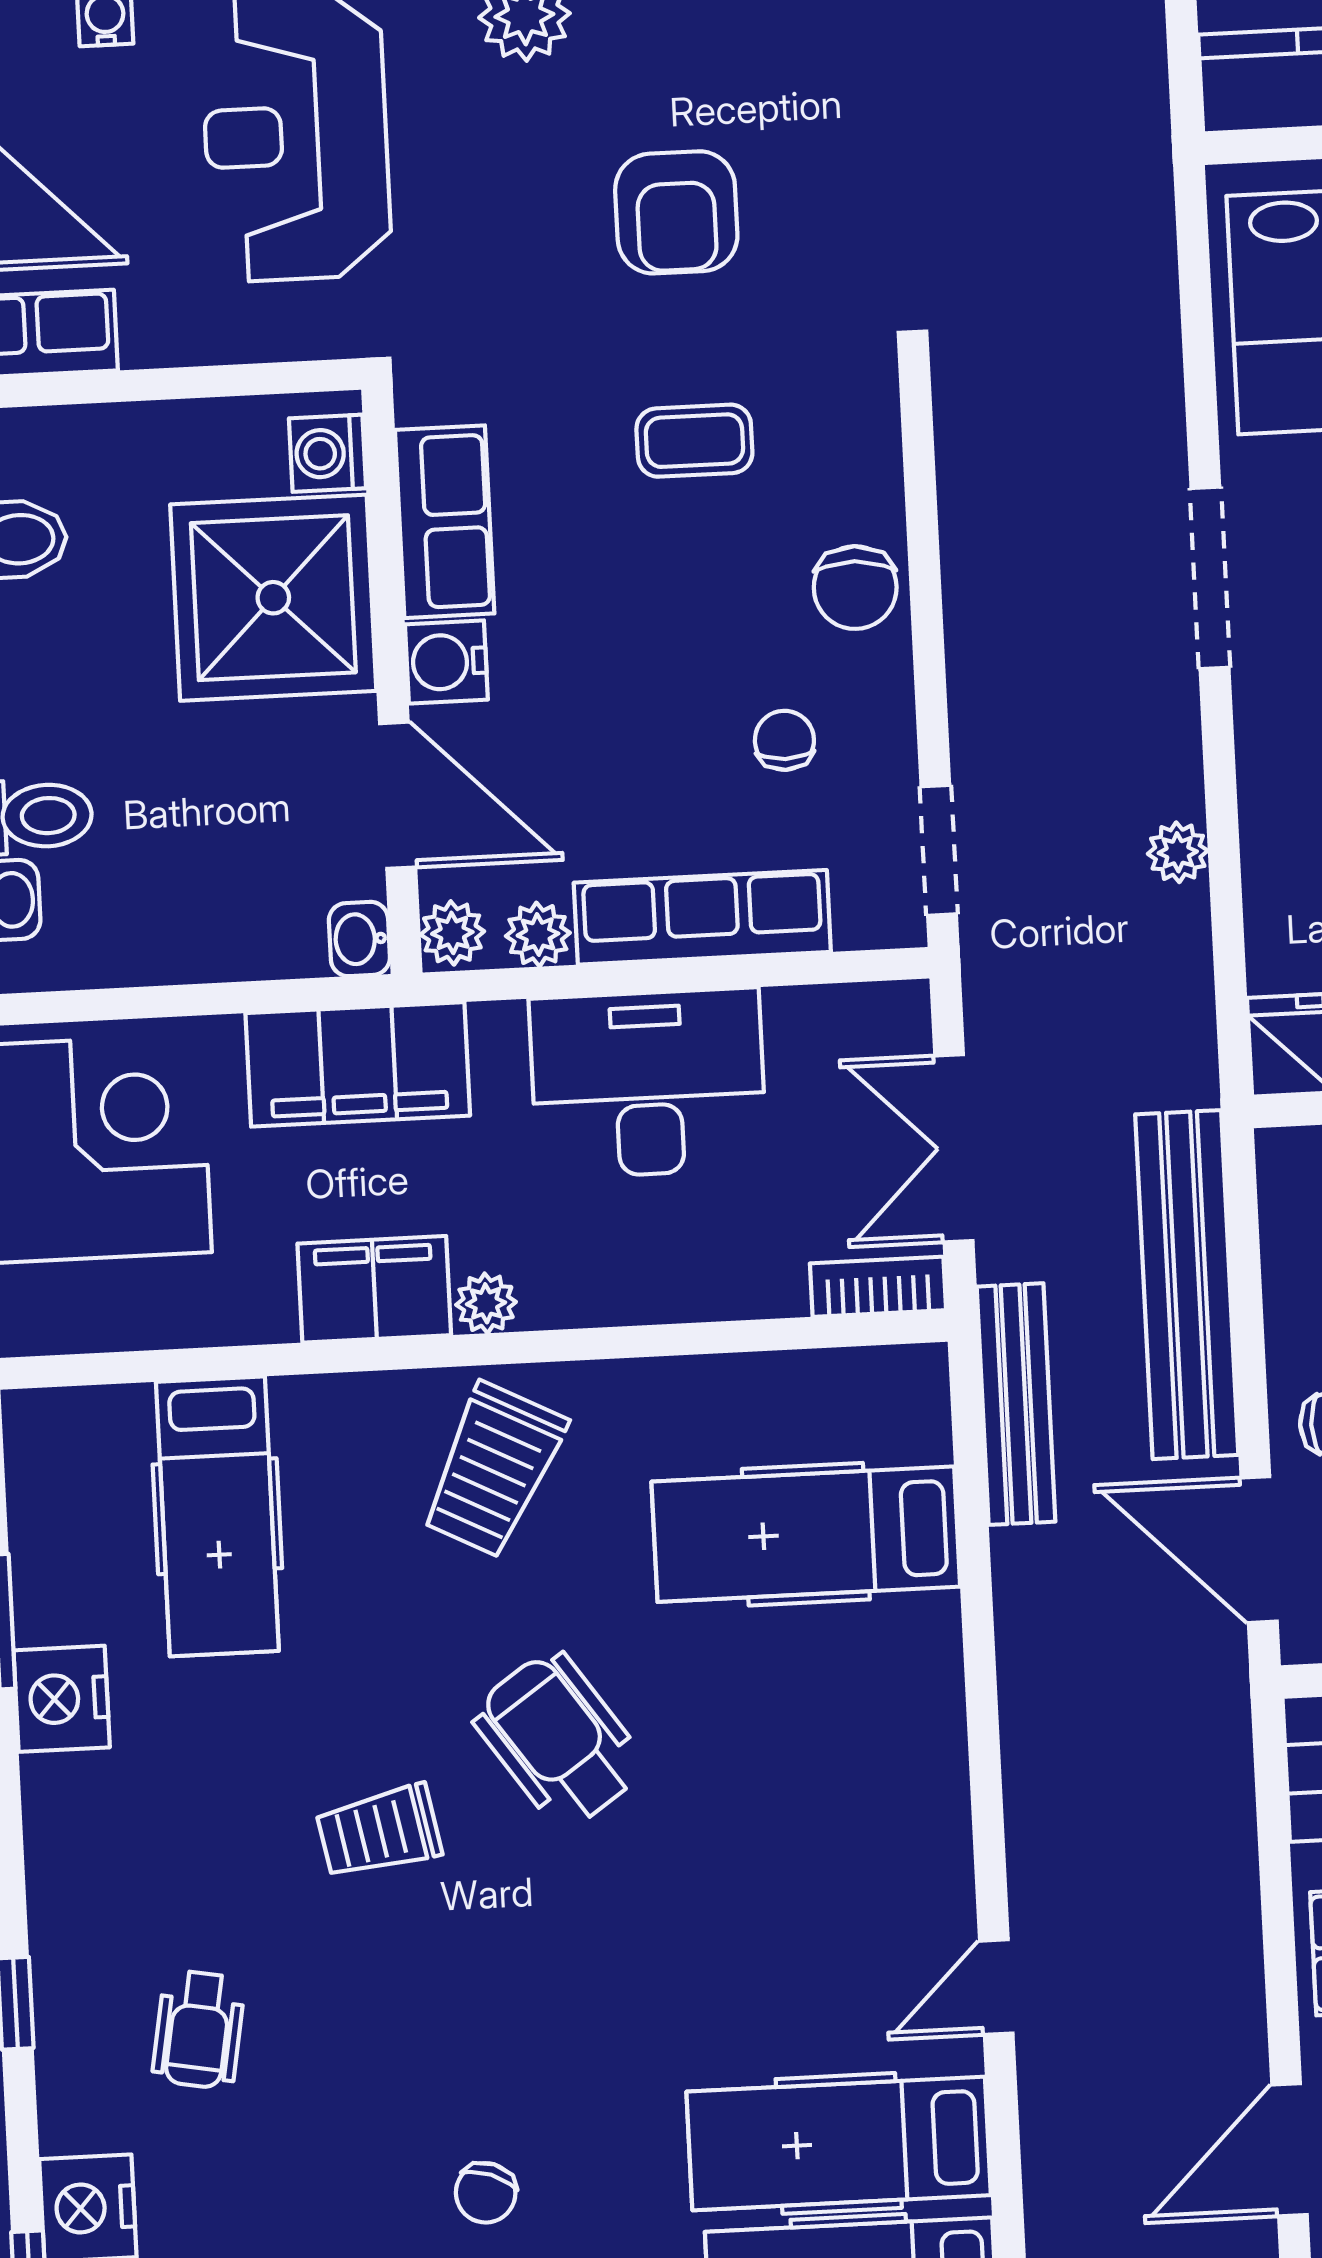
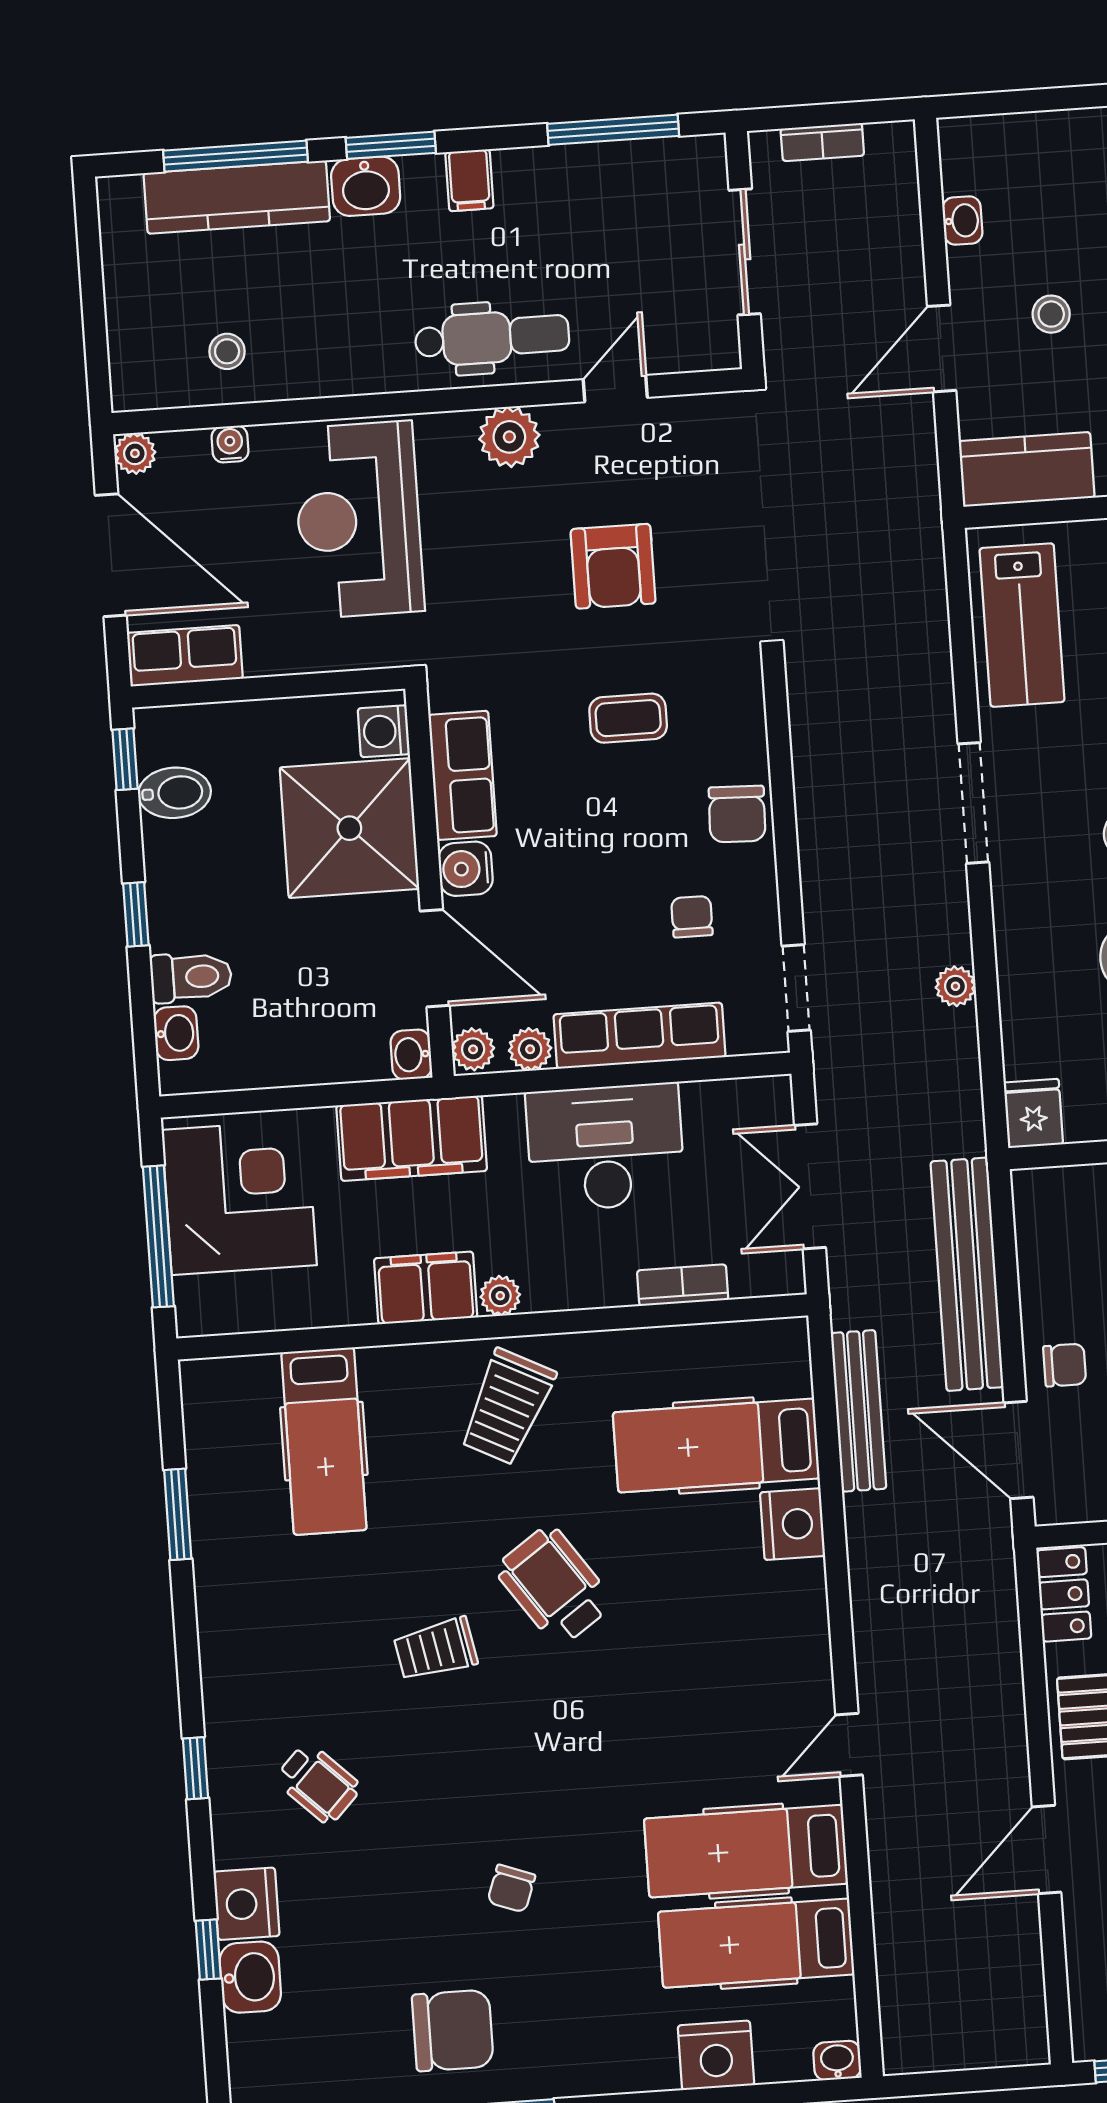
bookcase: (878, 1287) -> (683, 1285), moved
bench: (1016, 1404) -> (859, 1411), moved
nightstand: (62, 1699) -> (793, 1524), moved, turned 180
wheelchair: (199, 2029) -> (318, 1783), turned -56

